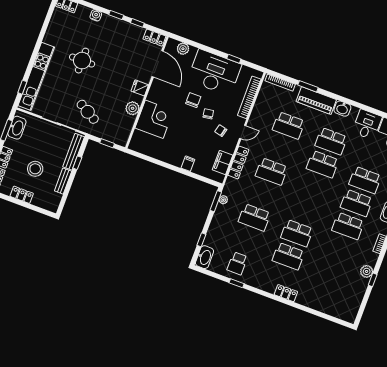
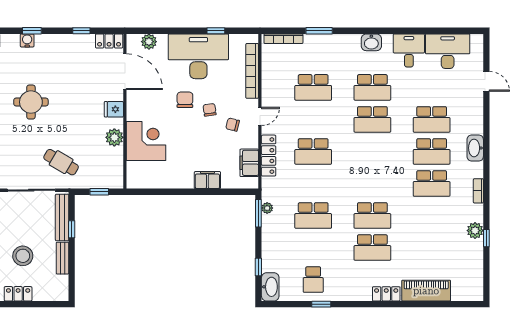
window: (116, 15) -> (32, 31), moved
piano: (316, 101) -> (426, 291), moved, turned 180
filing cabinet: (188, 164) -> (207, 180), width x2.00

